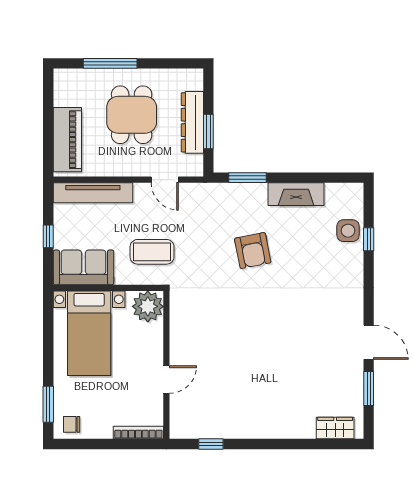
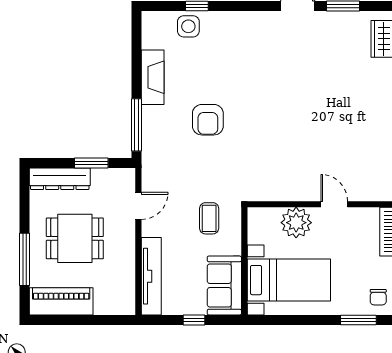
dresser: (192, 122) -> (60, 179), moved
piano: (67, 140) -> (61, 301), moved
window: (247, 178) -> (136, 125), width x1.44
armchair: (253, 251) -> (208, 120), turned 101
coffee table: (152, 252) -> (209, 218), width x0.73, depth x0.77
plant: (148, 306) -> (296, 223), moved

